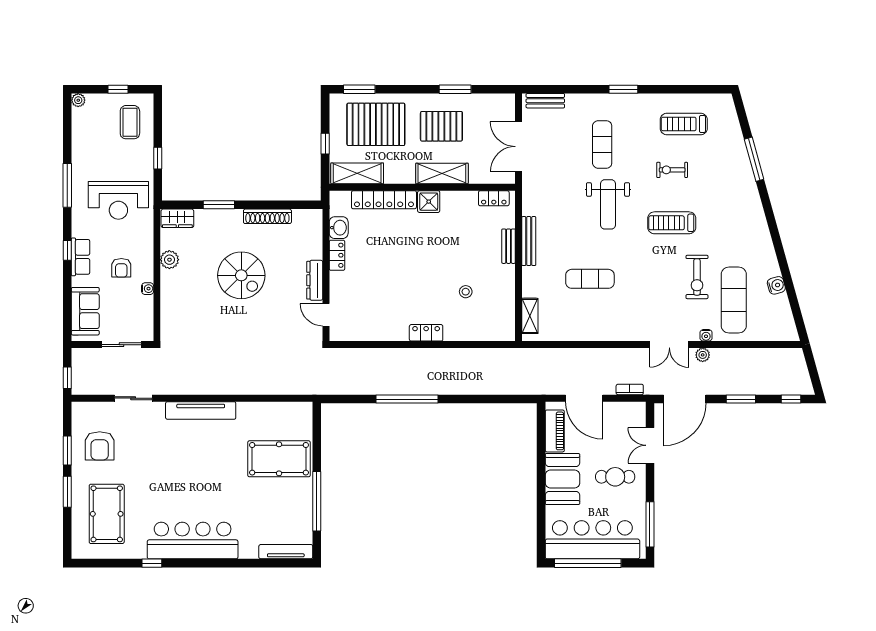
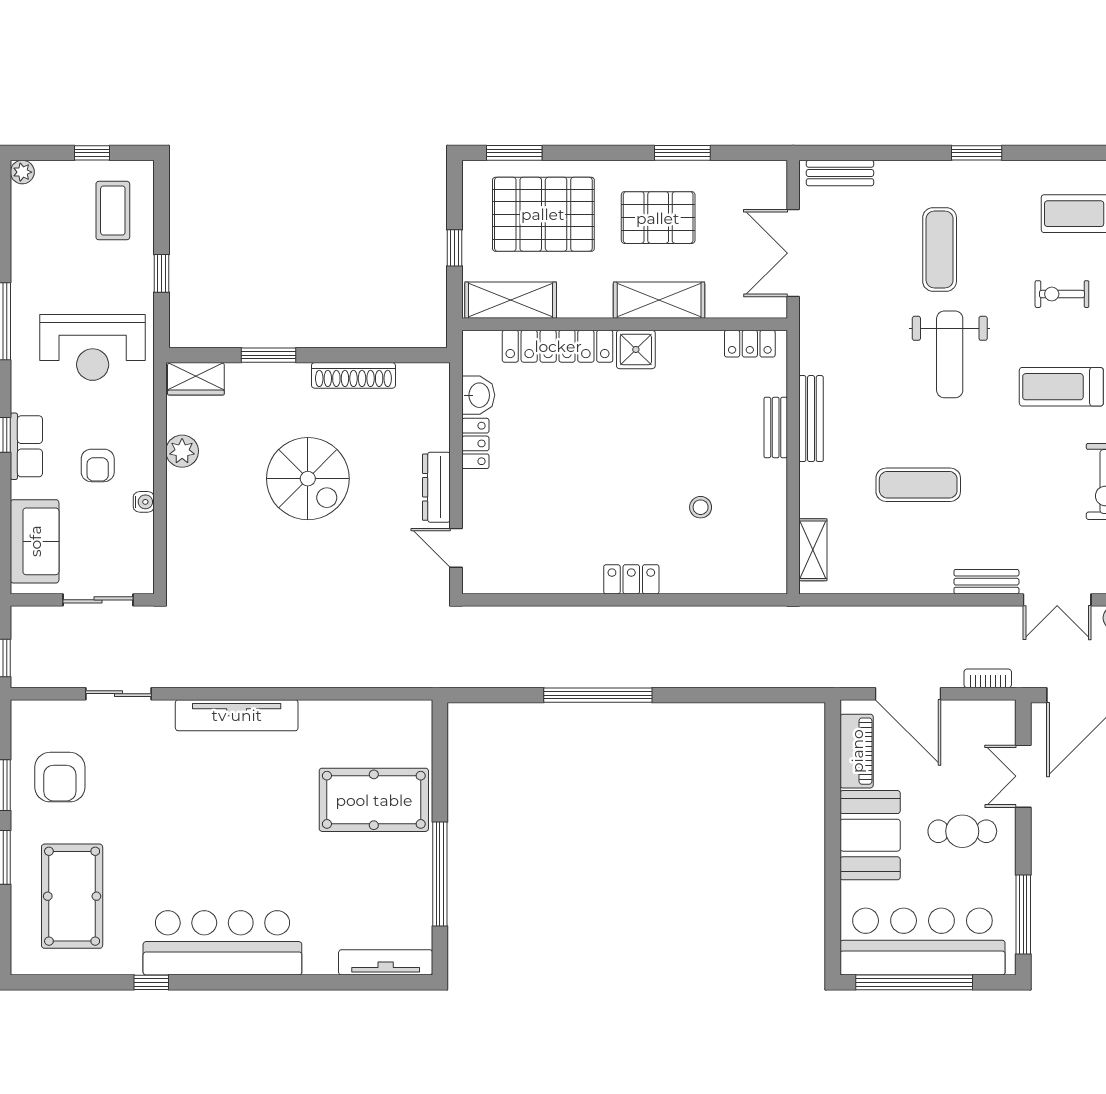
bench: (629, 334) -> (986, 582), added

